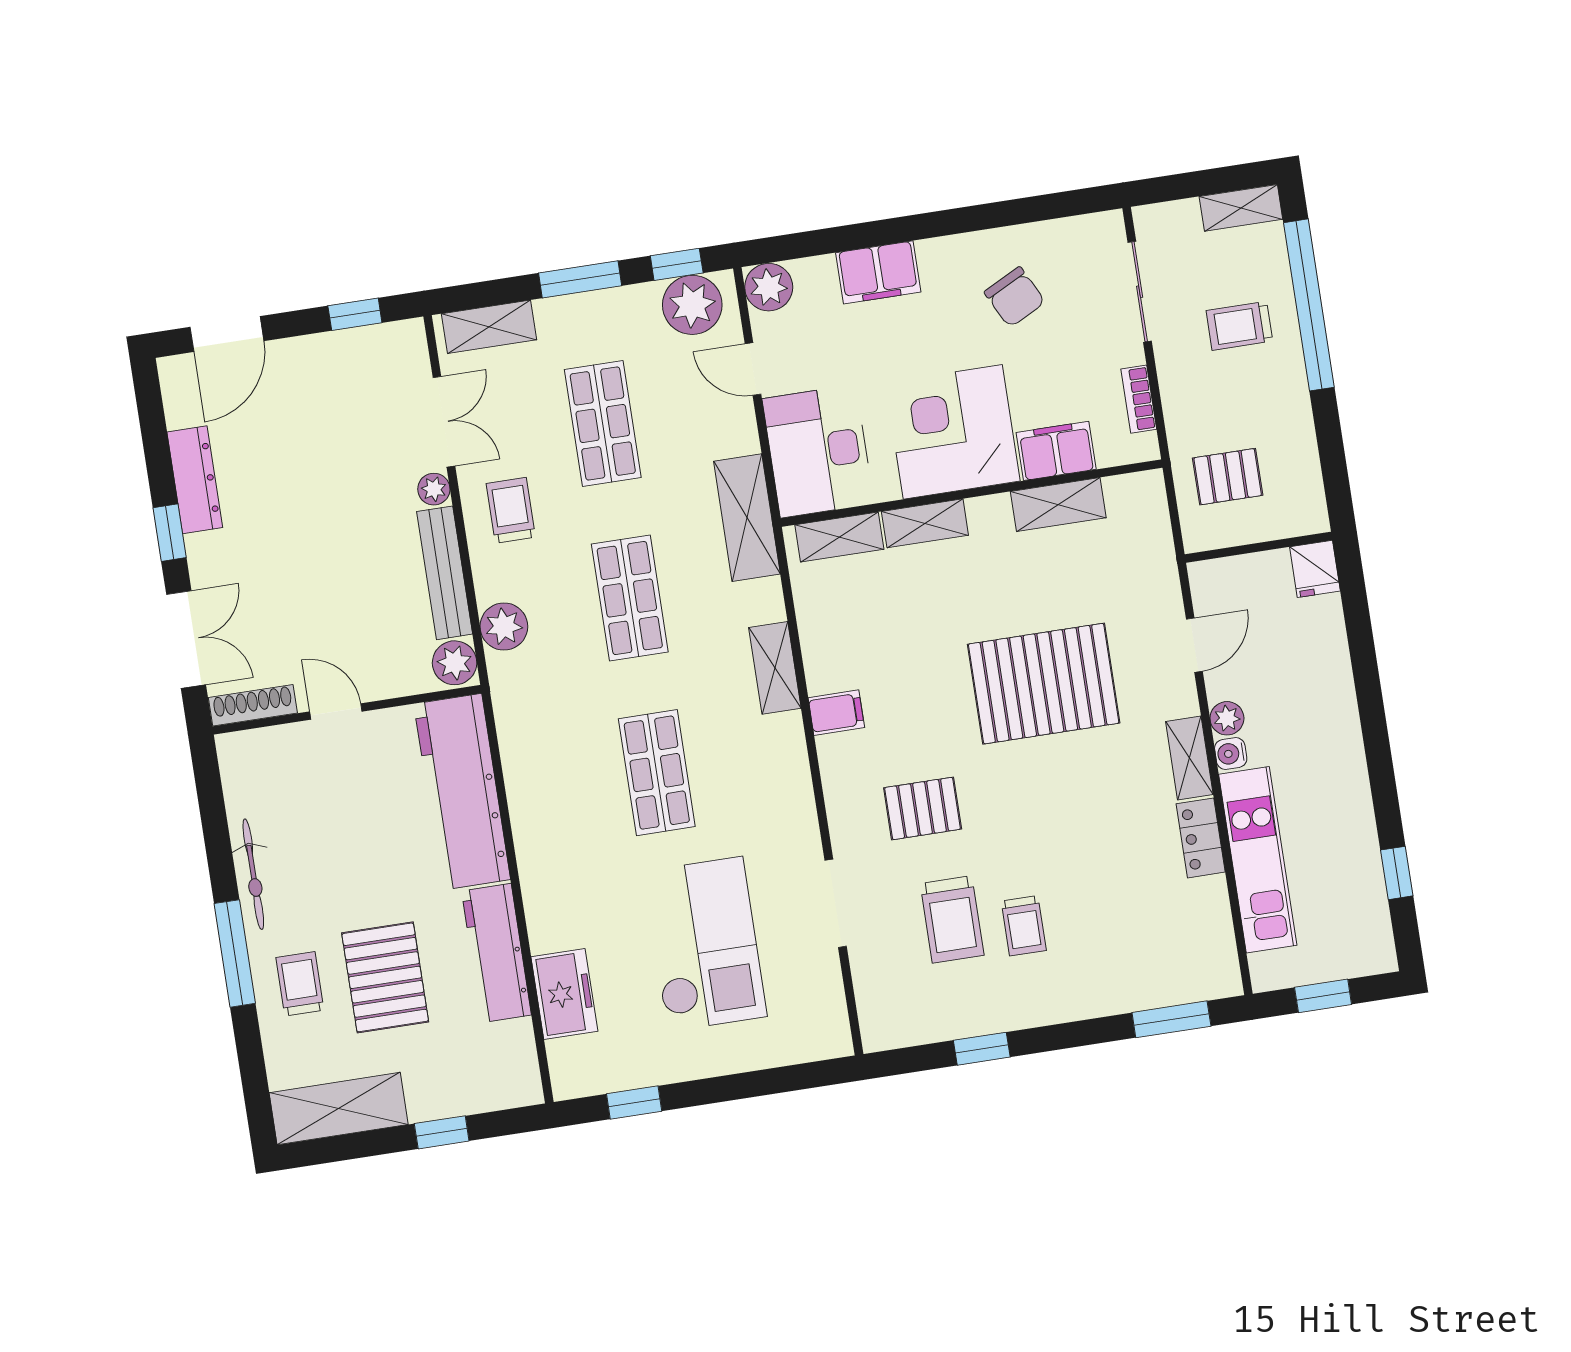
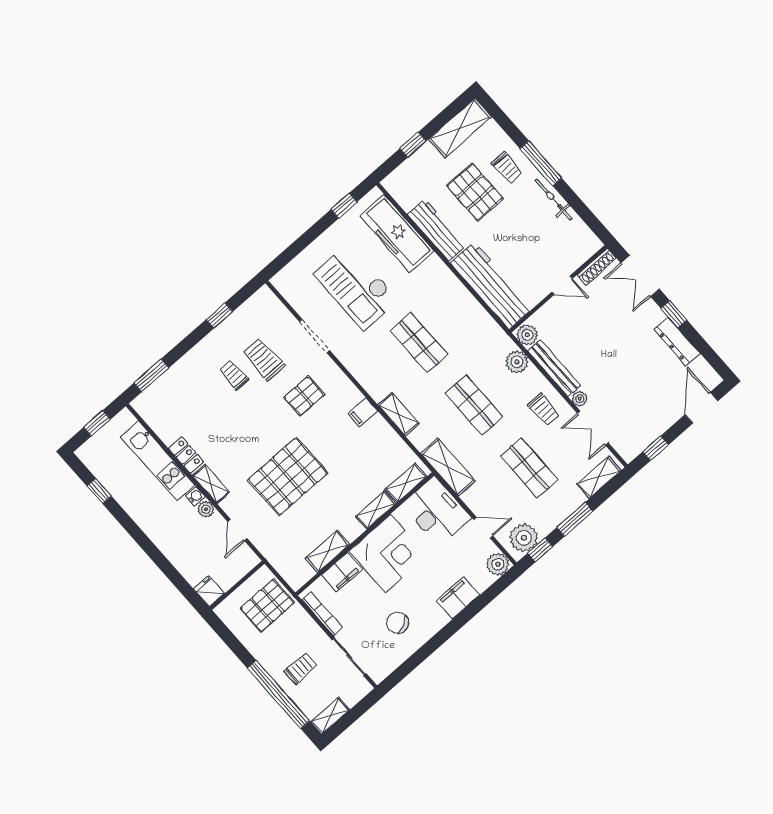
bookcase: (1139, 399) -> (322, 614), width x1.56
pallet: (1228, 477) -> (267, 606), width x1.50, depth x1.42
freezer: (564, 994) -> (397, 233), width x1.91, depth x1.26

